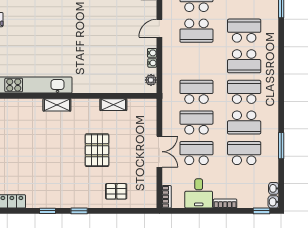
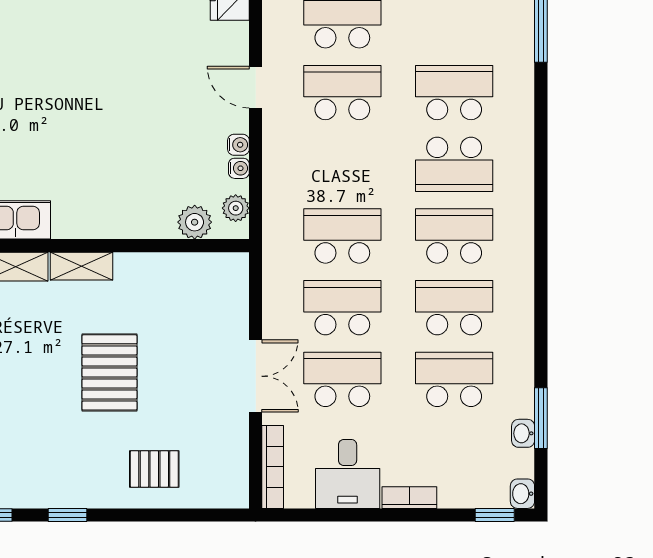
door: (159, 28) -> (256, 87), hinge flipped
school desk: (196, 31) -> (342, 93), turned 180
plant: (133, 86) -> (195, 222), added
shelving: (113, 105) -> (82, 266), moved
school desk: (244, 122) -> (454, 308), turned 180
window: (281, 146) -> (541, 418), moved
washbasin: (274, 188) -> (523, 433), moved
bookcase: (167, 197) -> (273, 467), width x1.56

